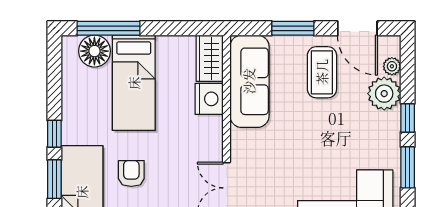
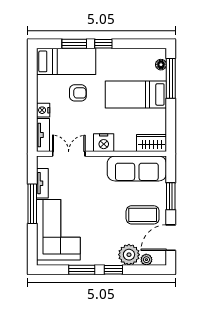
floor lamp: (94, 51) -> (161, 65), width x0.53, depth x0.53
nightstand: (209, 99) -> (104, 143), moved

